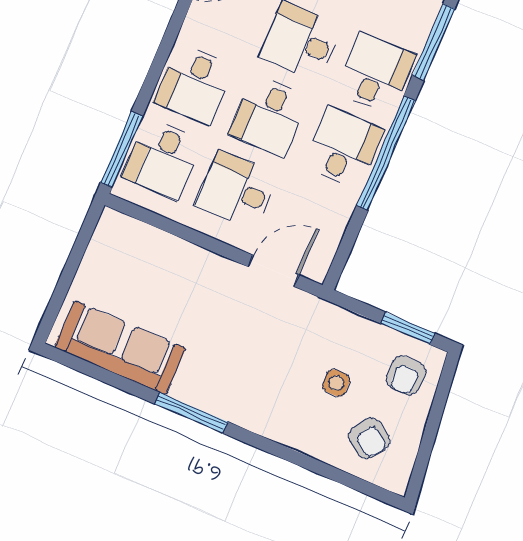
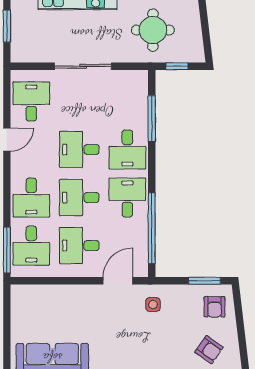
desk: (375, 73) -> (127, 149), turned 180
desk: (269, 116) -> (79, 198), turned 90
window: (386, 153) -> (152, 228), moved
side table: (336, 383) -> (153, 305), moved

